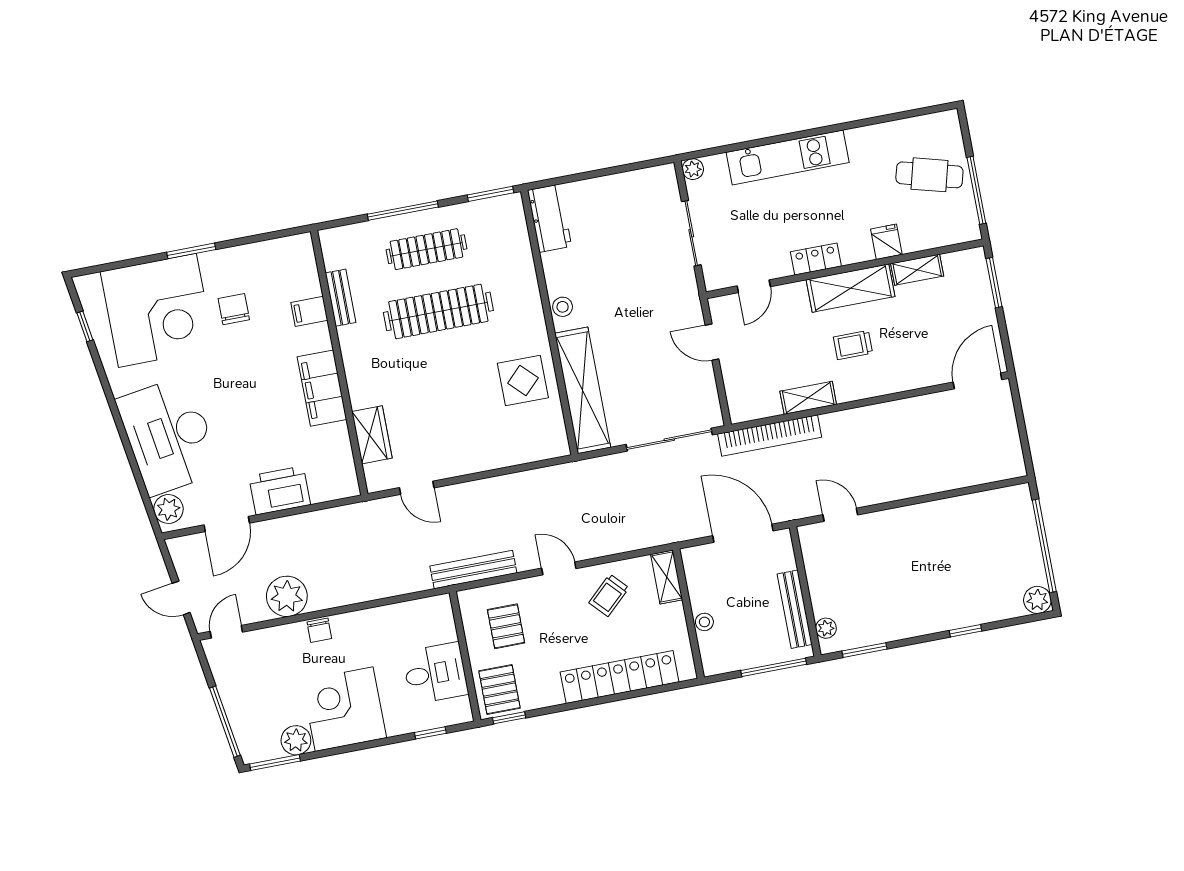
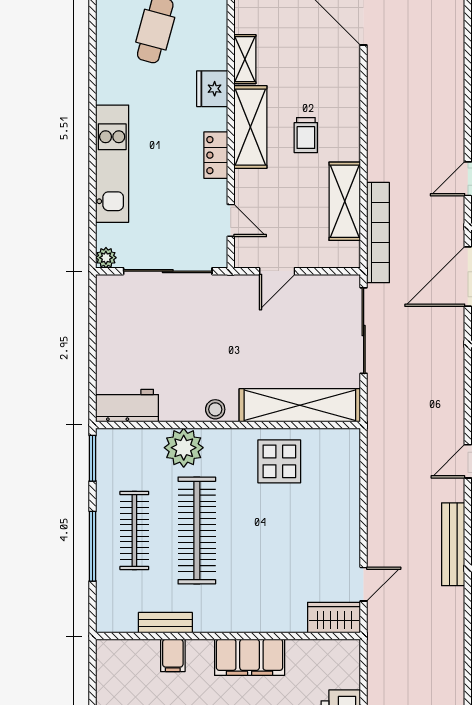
sliding door: (691, 233) -> (168, 271), width x1.37
fridge: (886, 242) -> (212, 89), width x1.38
plant: (518, 283) -> (184, 448), added
shelving: (808, 398) -> (345, 201), width x1.50, depth x1.33
wardrobe: (372, 435) -> (334, 618), moved

